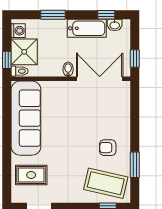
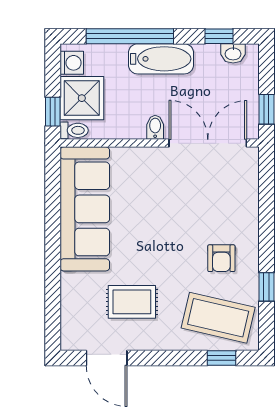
window: (53, 15) -> (130, 36), width x2.11
bathtub: (87, 28) -> (161, 59), moved
armchair: (108, 148) -> (221, 258), turned -90
window: (135, 165) -> (266, 287), width x0.67
rug: (31, 175) -> (132, 302), moved

